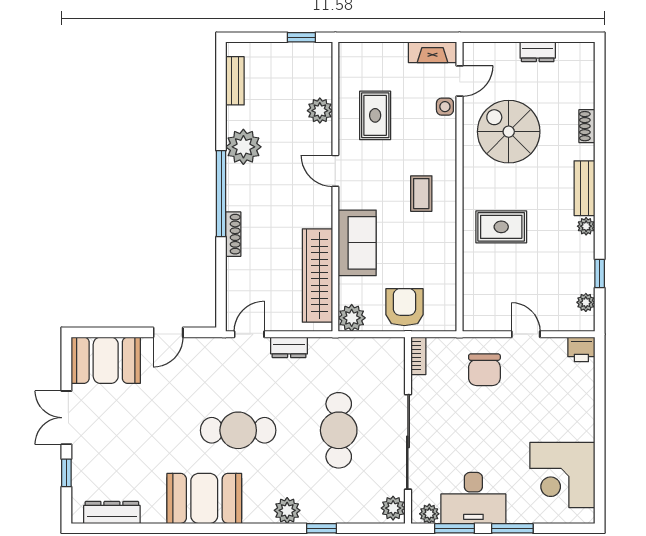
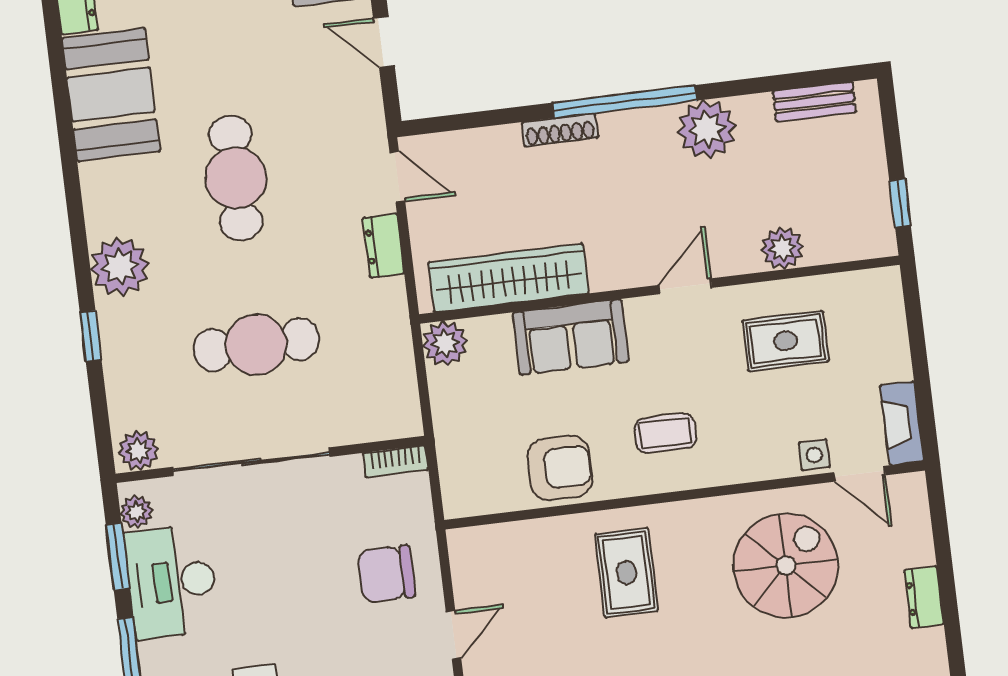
armchair: (404, 307) -> (560, 468), moved
booth: (204, 498) -> (111, 95), moved
plant: (287, 510) -> (120, 267), width x1.36, depth x1.36

